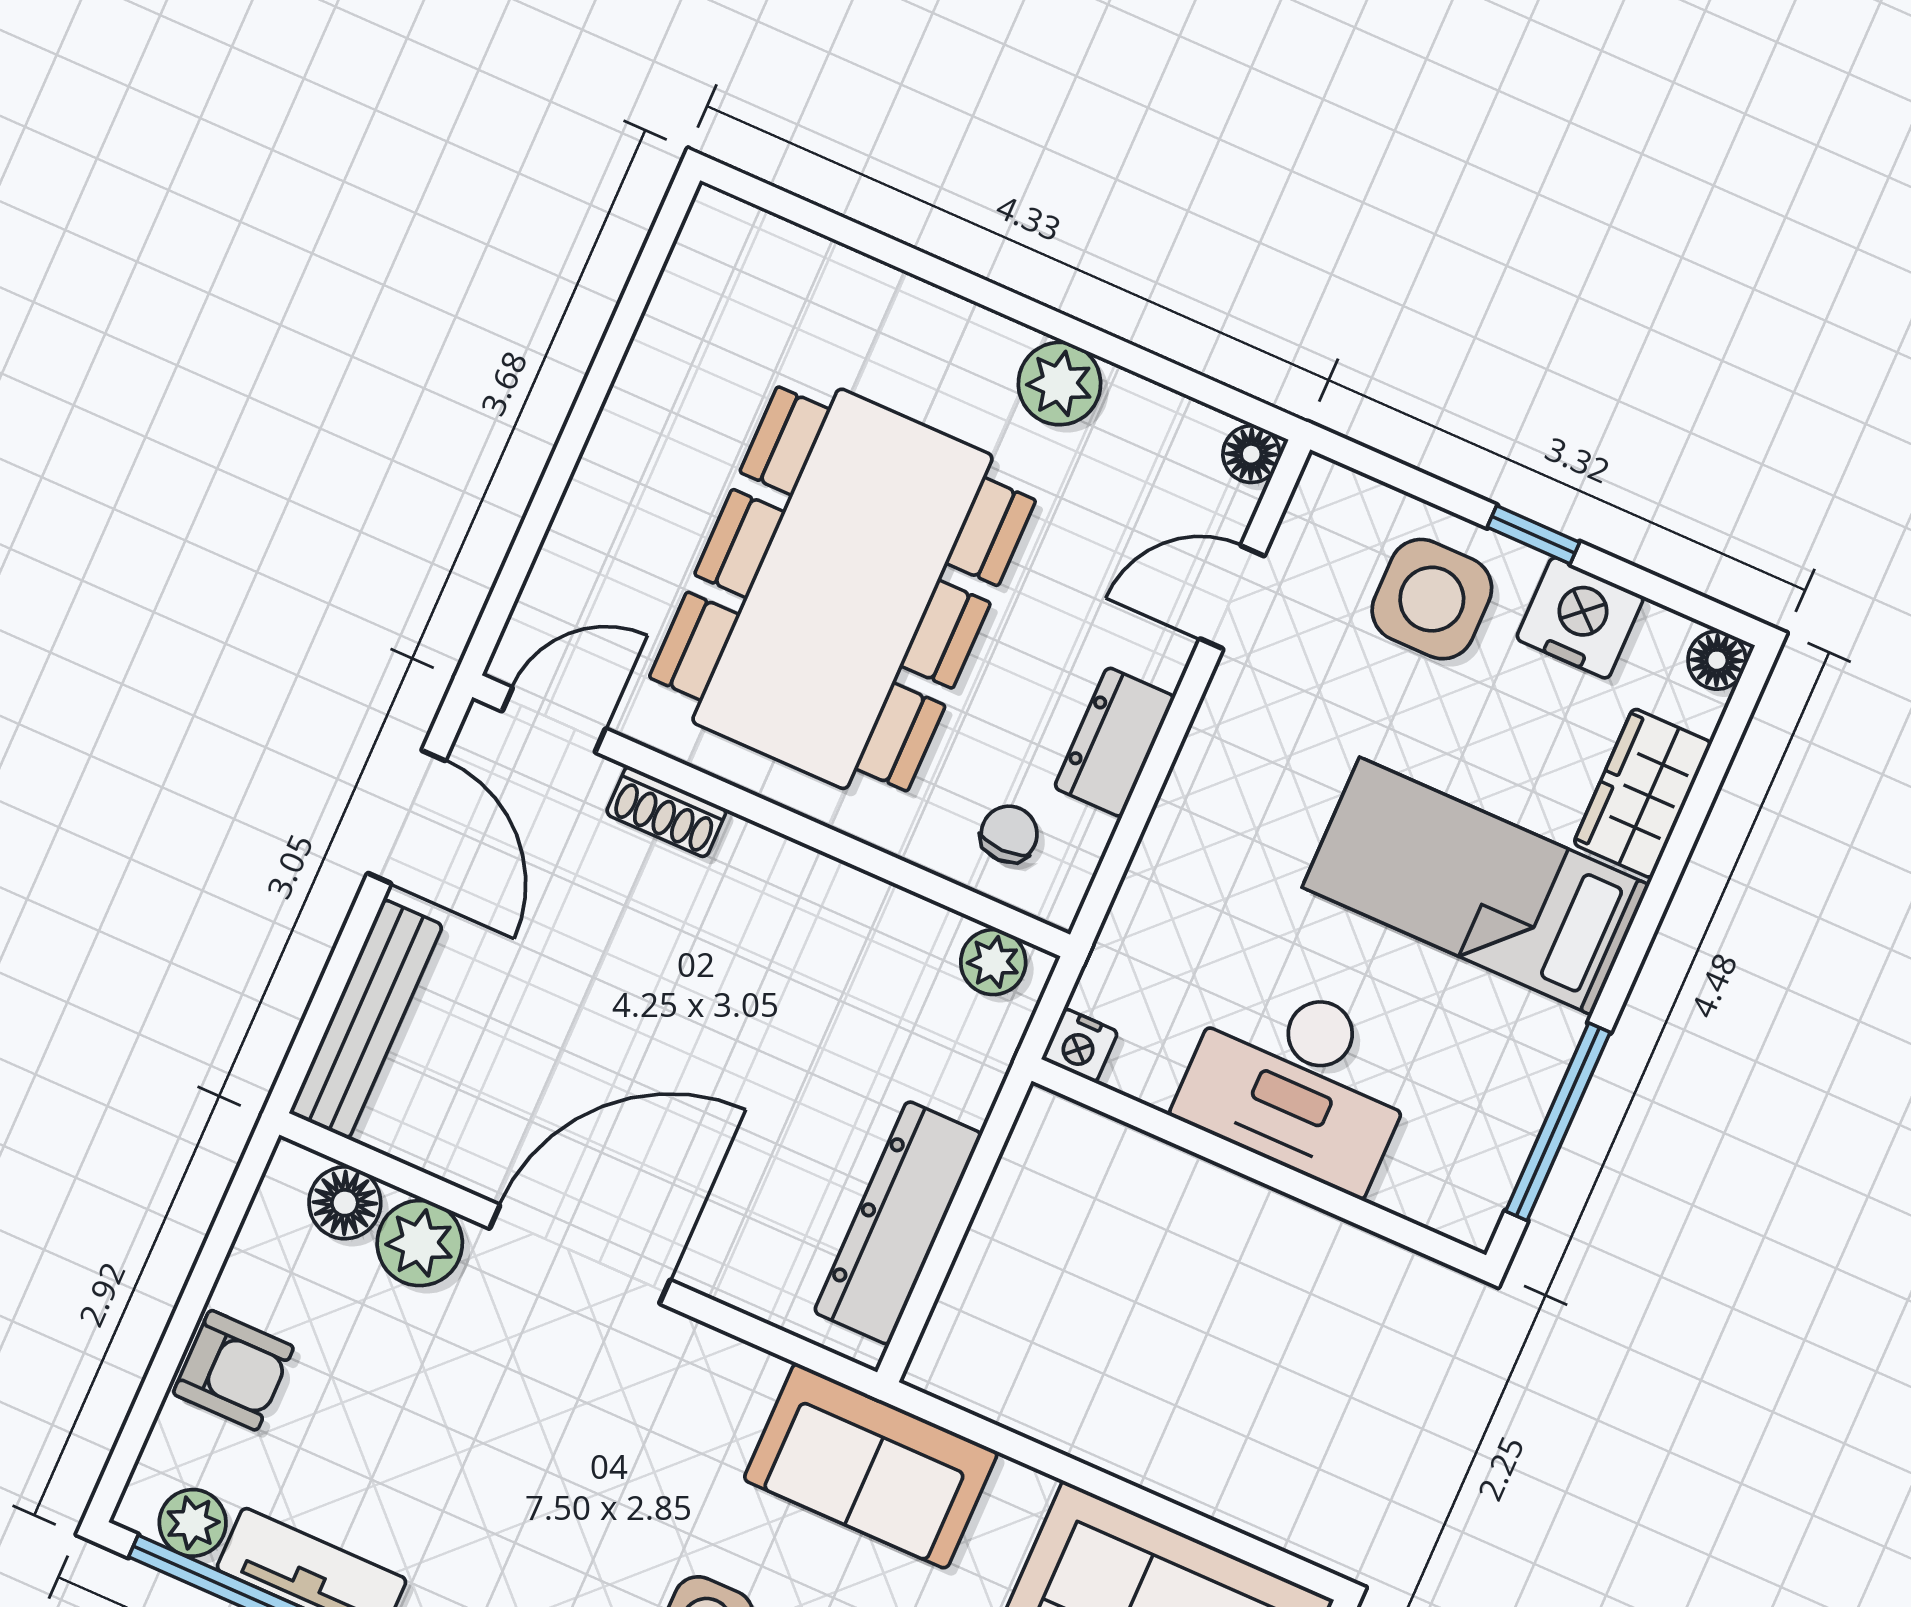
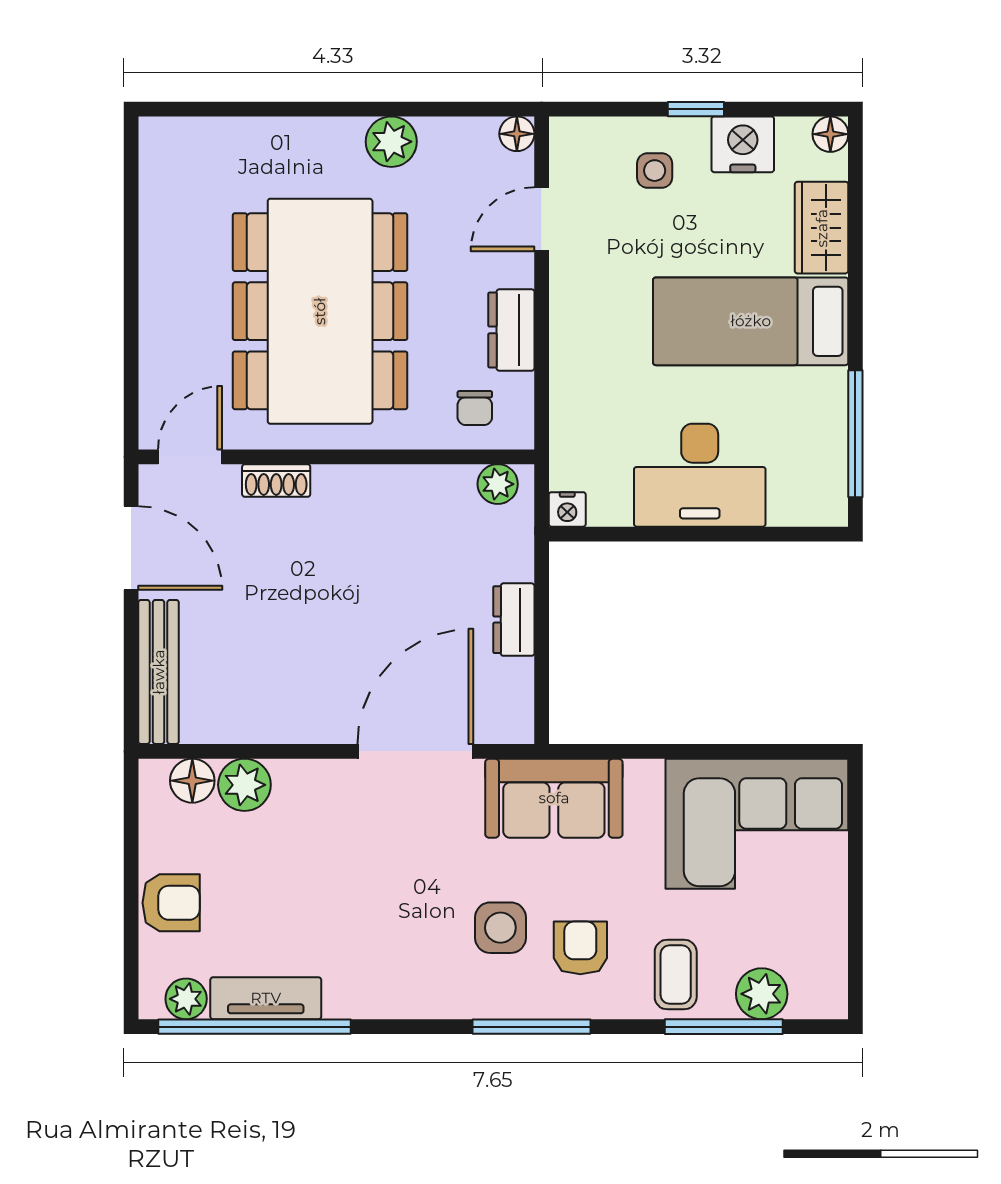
side table: (1432, 599) -> (655, 171), width x0.54, depth x0.54
chair: (1009, 834) -> (475, 408), turned 180
dresser: (898, 1223) -> (514, 620), width x0.51, depth x0.80
door: (580, 1254) -> (415, 751), moved

